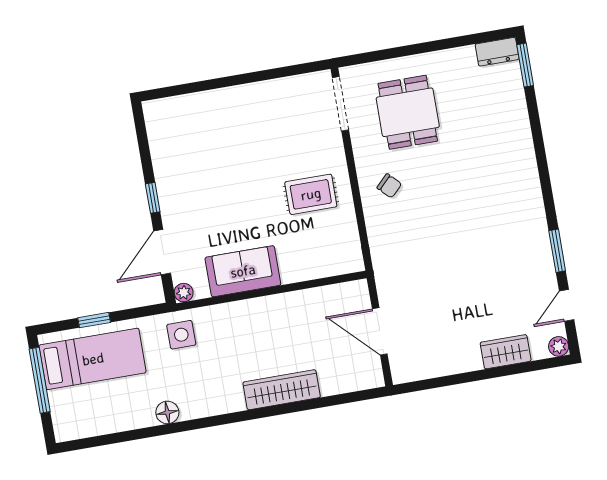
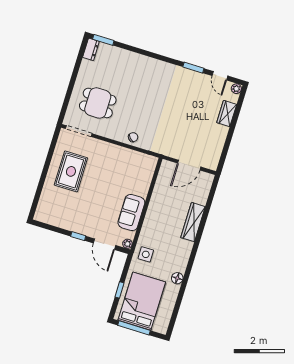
chair: (389, 186) -> (133, 137), moved
rug: (311, 194) -> (71, 171), moved, width x1.36, depth x1.43
bed: (93, 359) -> (142, 301), width x1.50

